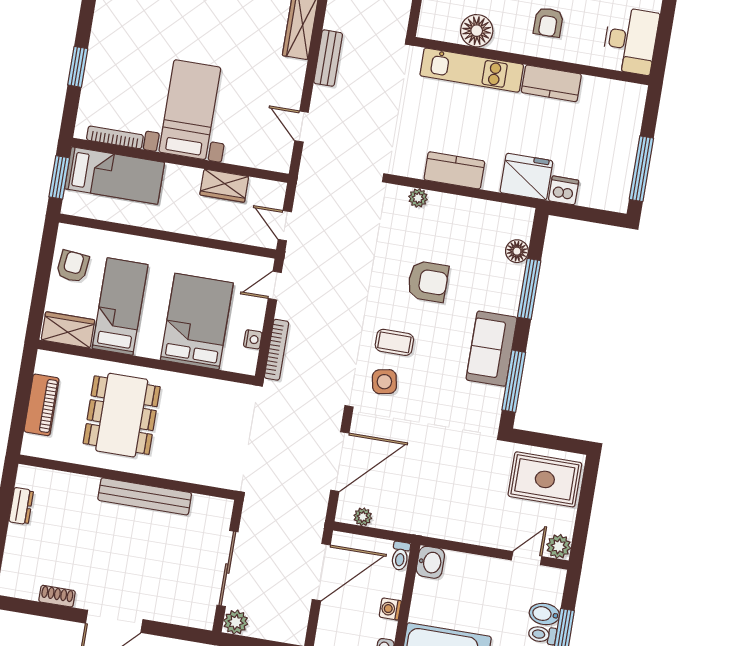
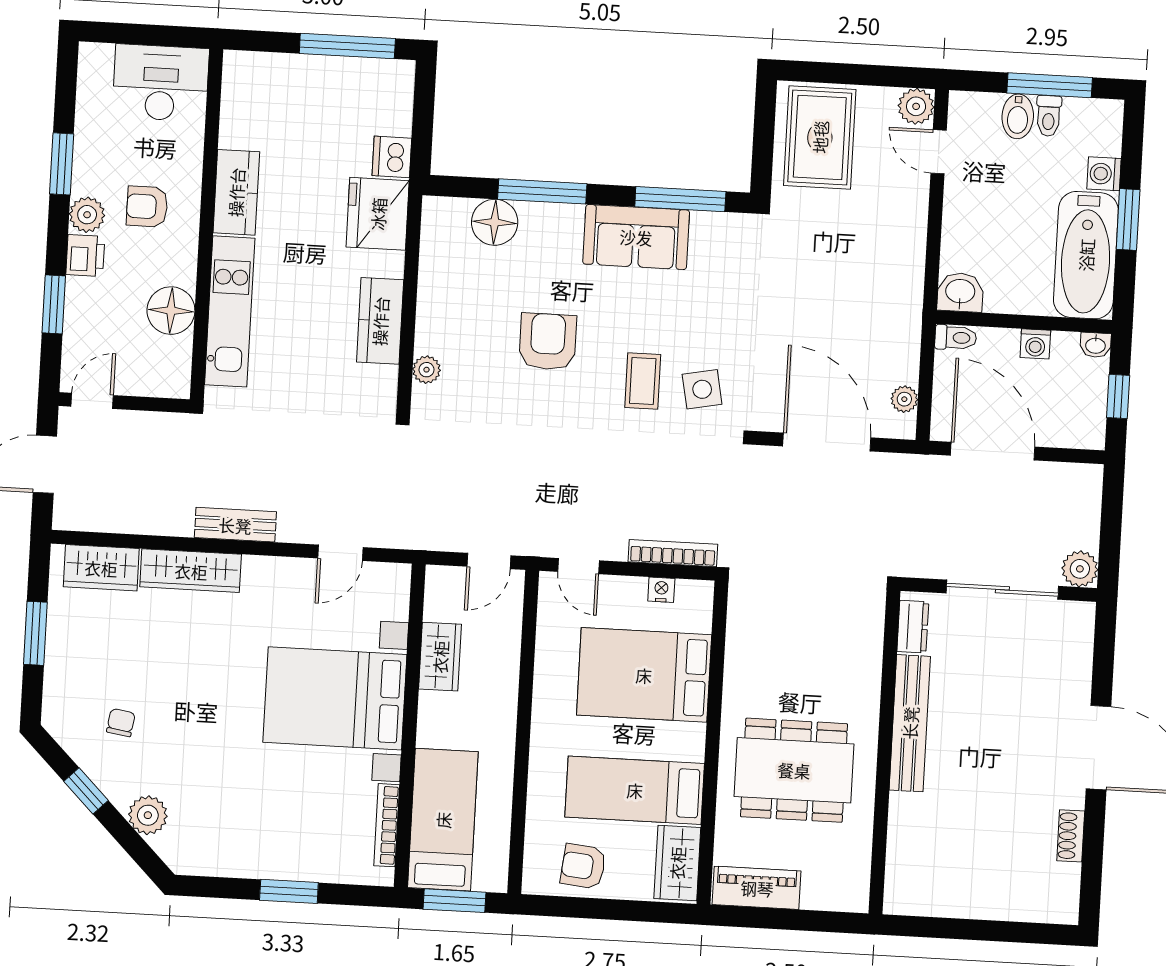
armchair: (548, 22) -> (147, 207), turned 180
bed with nightstands: (190, 110) -> (335, 698), width x1.36
floor lamp: (517, 251) -> (495, 222), width x1.38, depth x1.38
piano: (41, 405) -> (757, 888), moved
dresser: (21, 506) -> (913, 627), moved, turned 90

